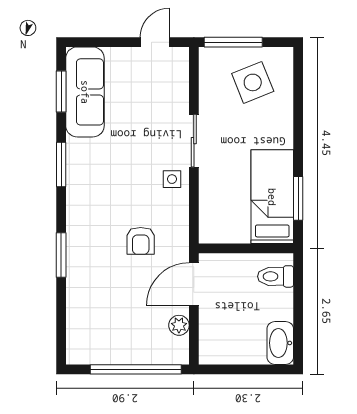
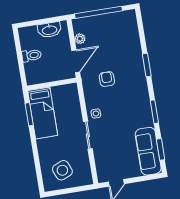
window: (233, 42) -> (76, 189), removed
toilet: (276, 276) -> (32, 55), moved
washbasin: (280, 343) -> (49, 30), moved, turned 90

